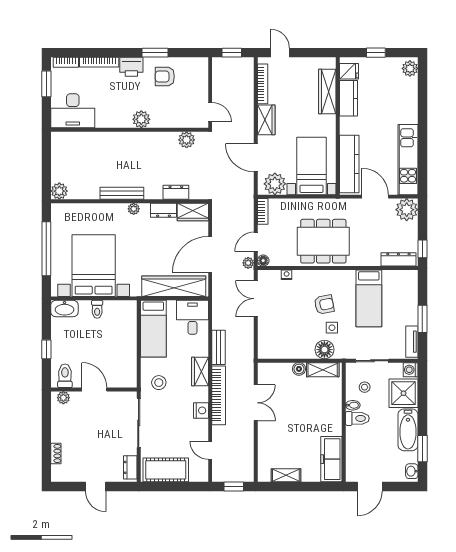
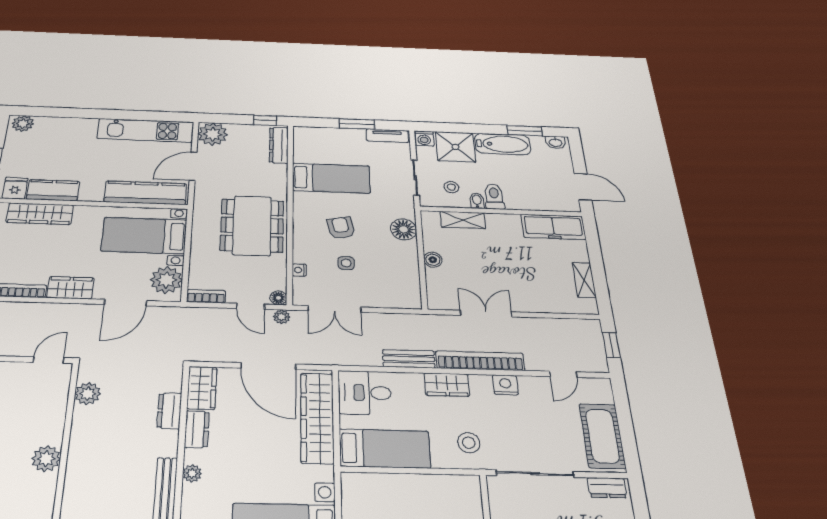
side table: (332, 328) -> (346, 263), moved
shelving: (323, 370) -> (463, 220), moved, turned 90

